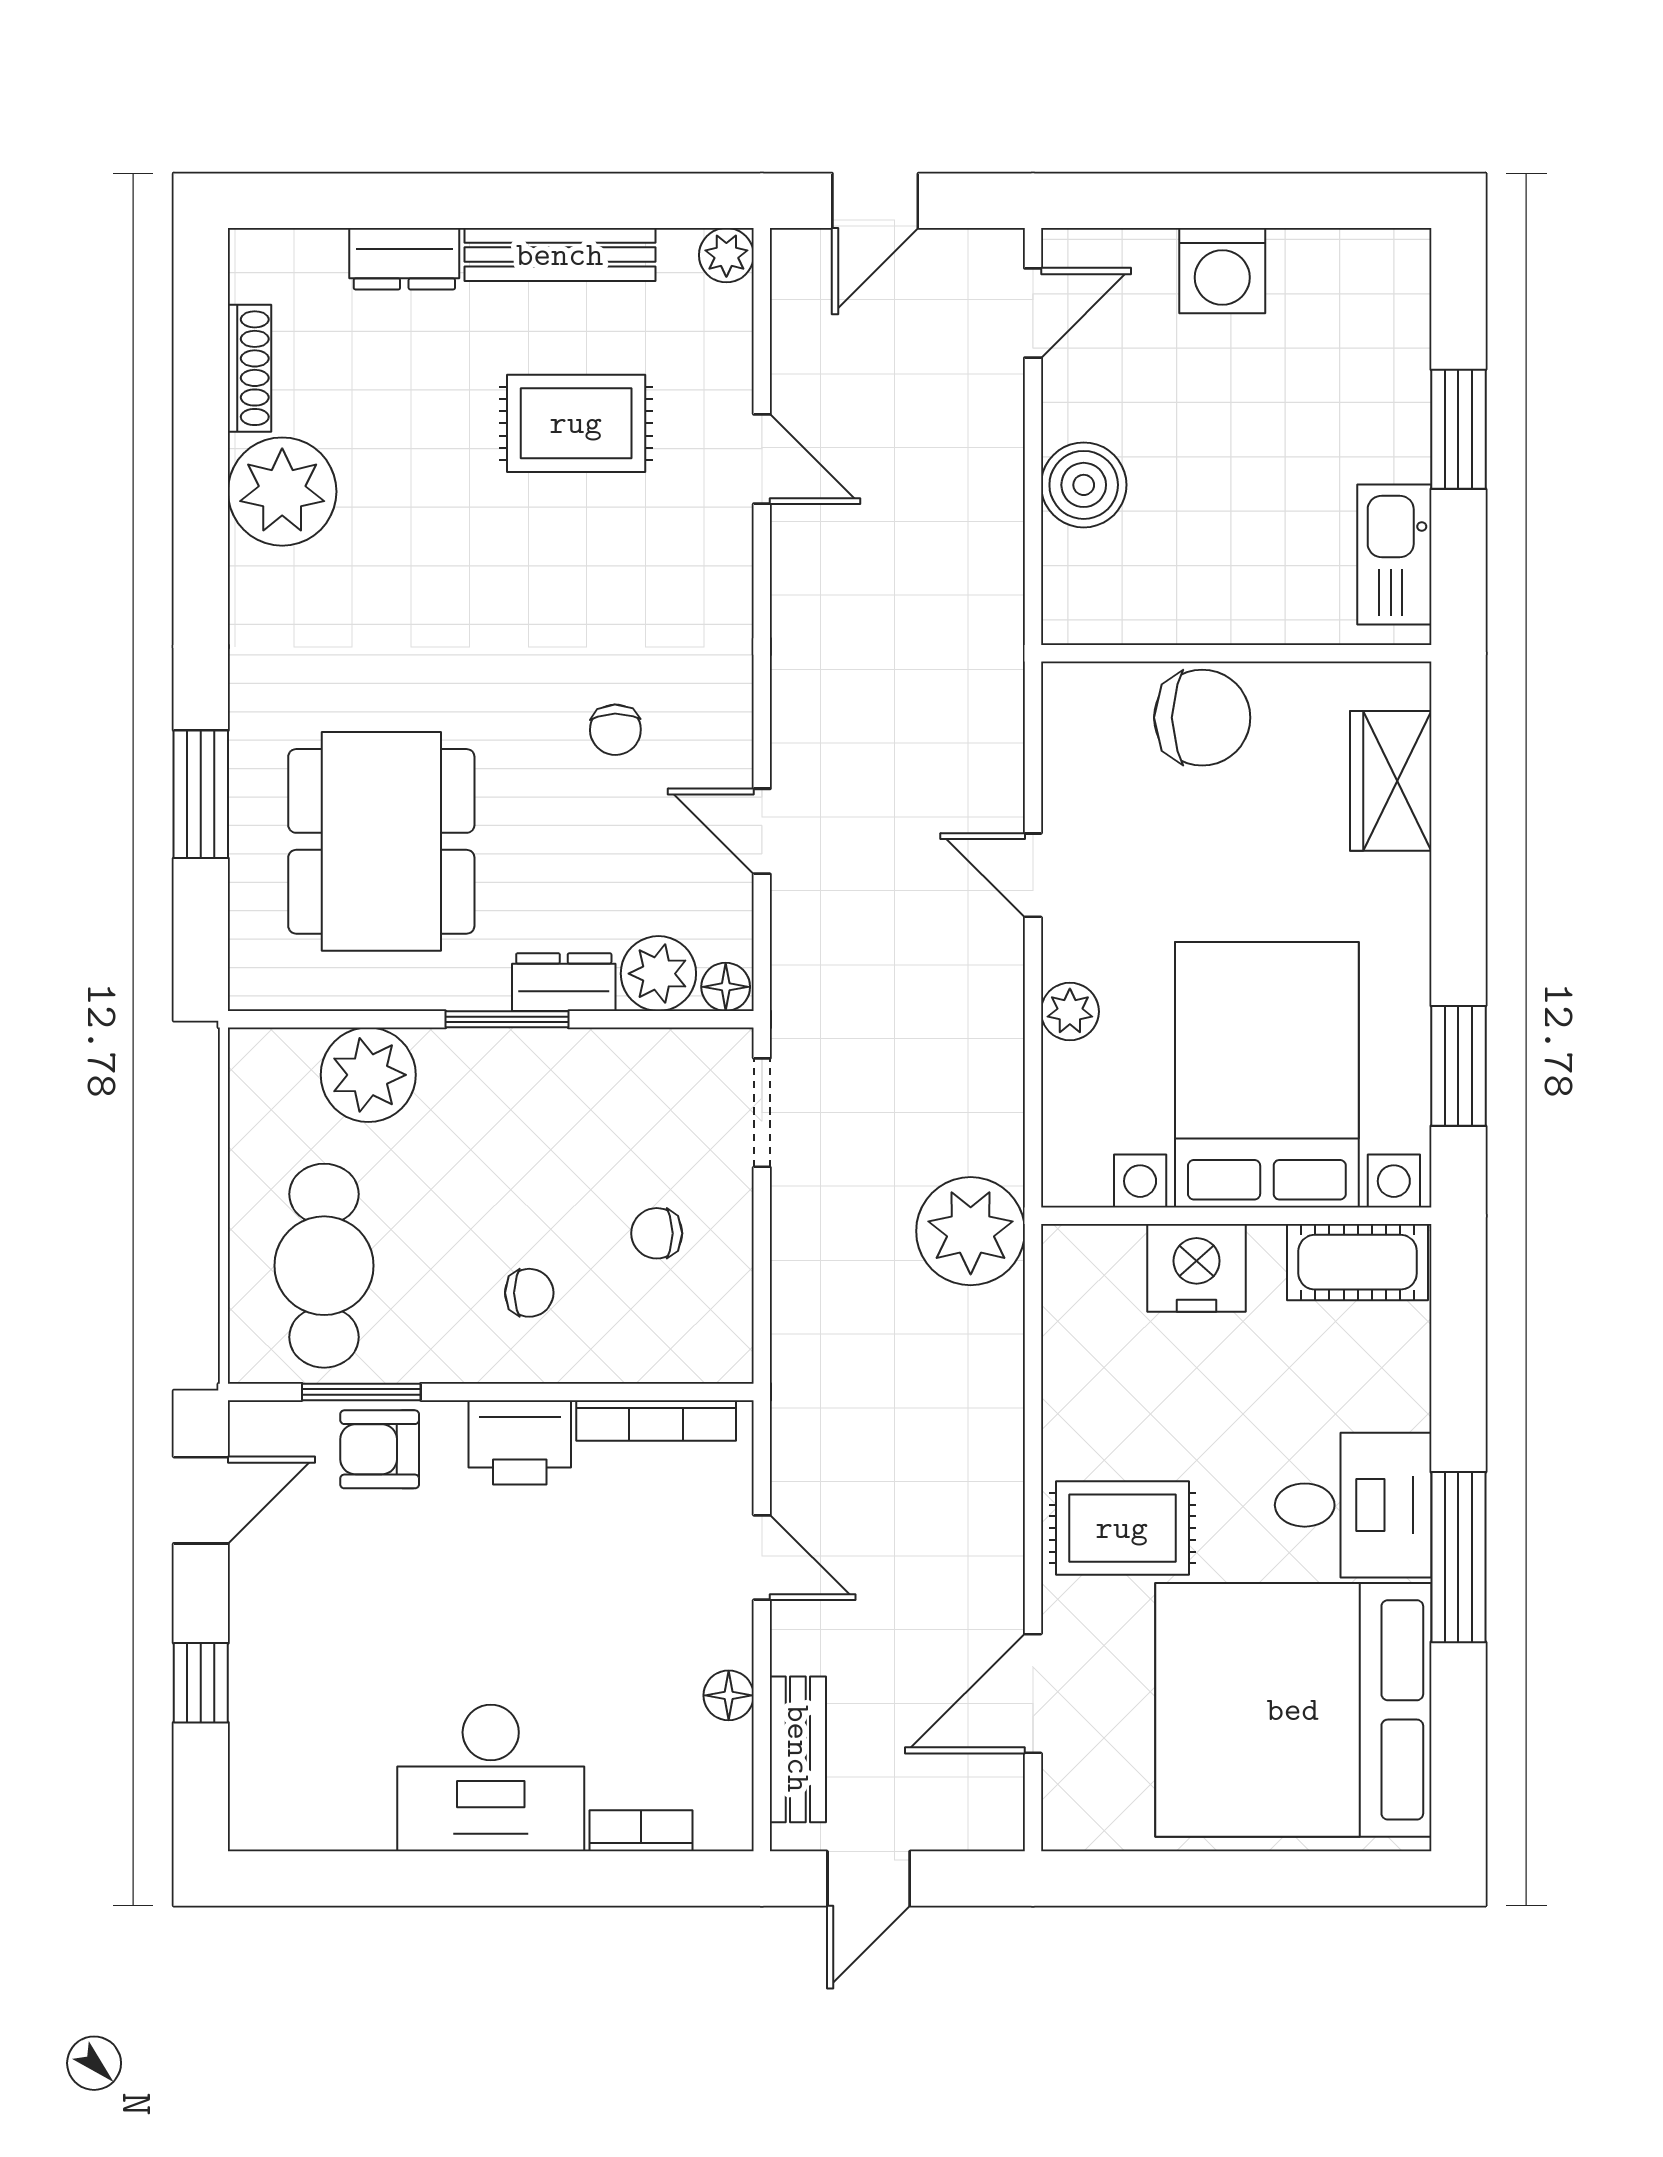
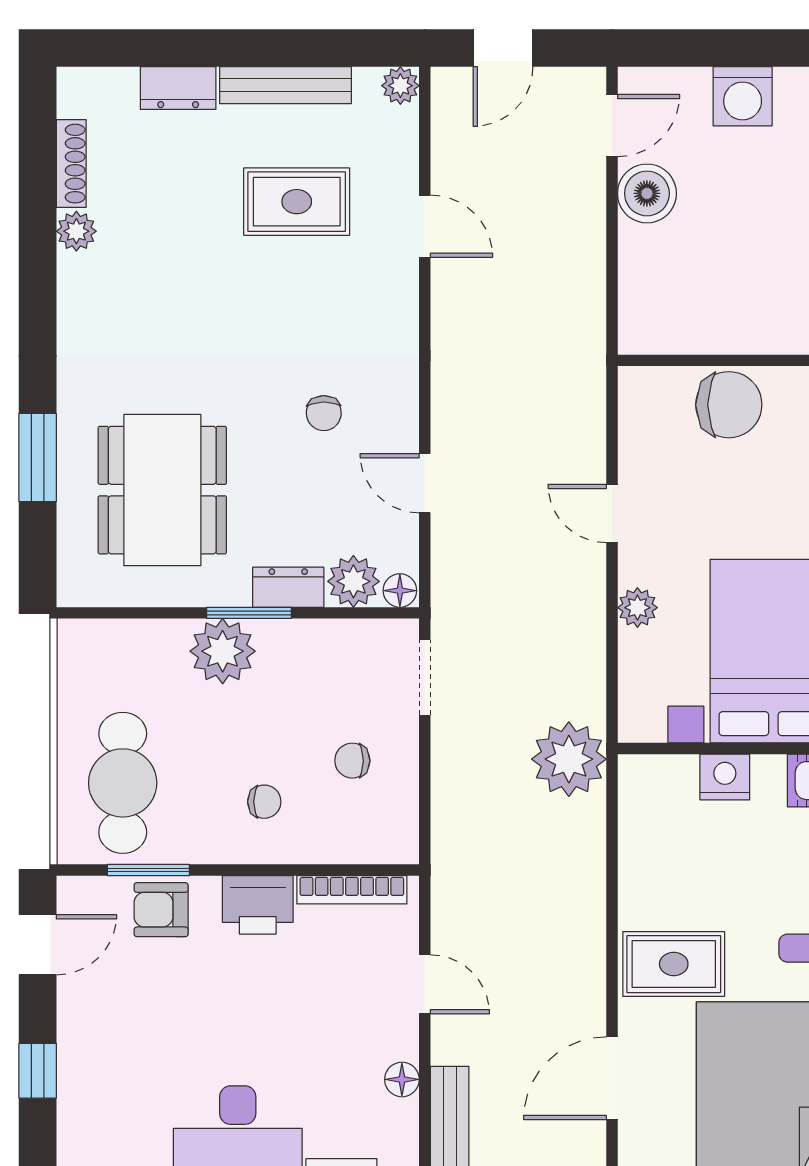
boiler: (1084, 485) -> (647, 193), moved
plant: (282, 492) -> (76, 231), width x0.53, depth x0.53
plant: (368, 1075) -> (223, 651), moved
nightstand: (1197, 1268) -> (725, 777), width x0.74, depth x0.75

